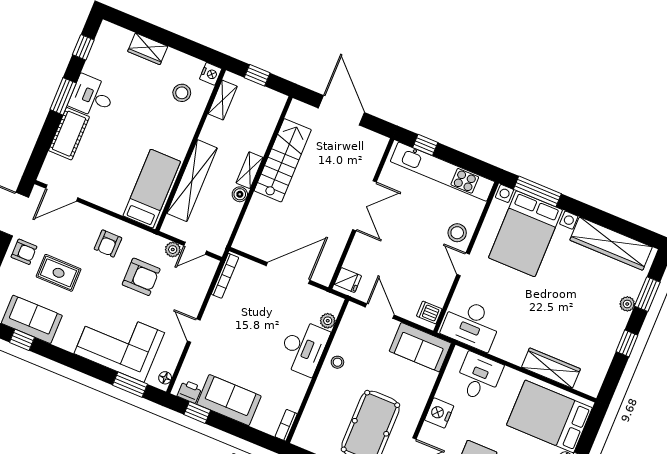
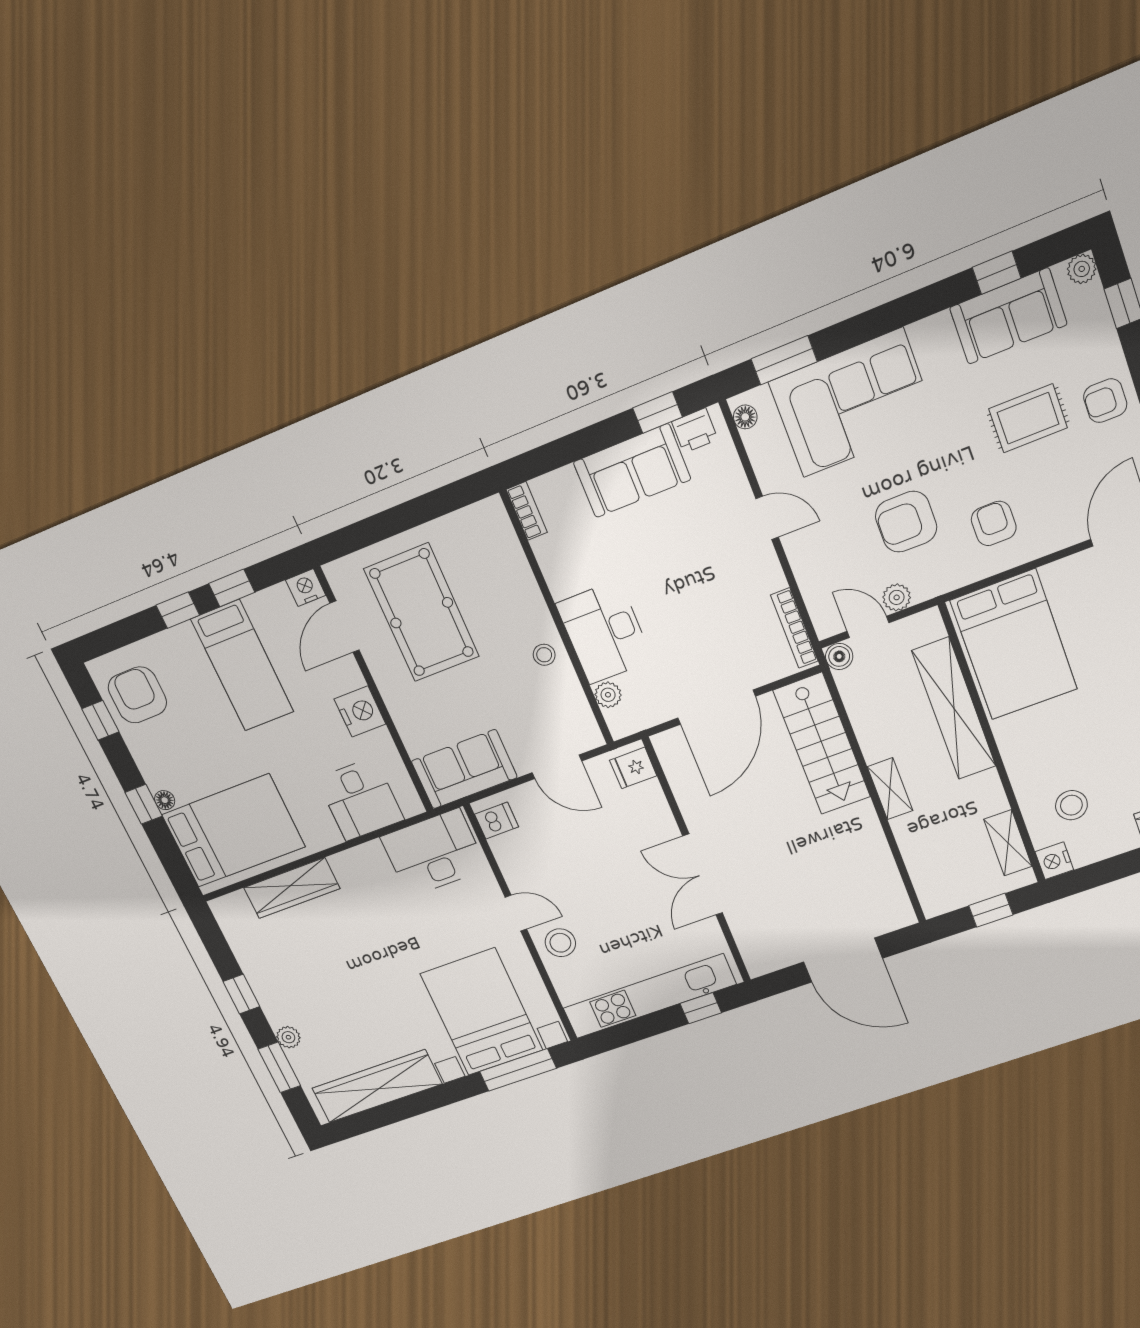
stairs: (283, 160) -> (822, 744), moved
bed: (152, 189) -> (1014, 645), width x1.50
boiler: (240, 194) -> (839, 656), moved
door: (195, 248) -> (868, 627), hinge flipped

